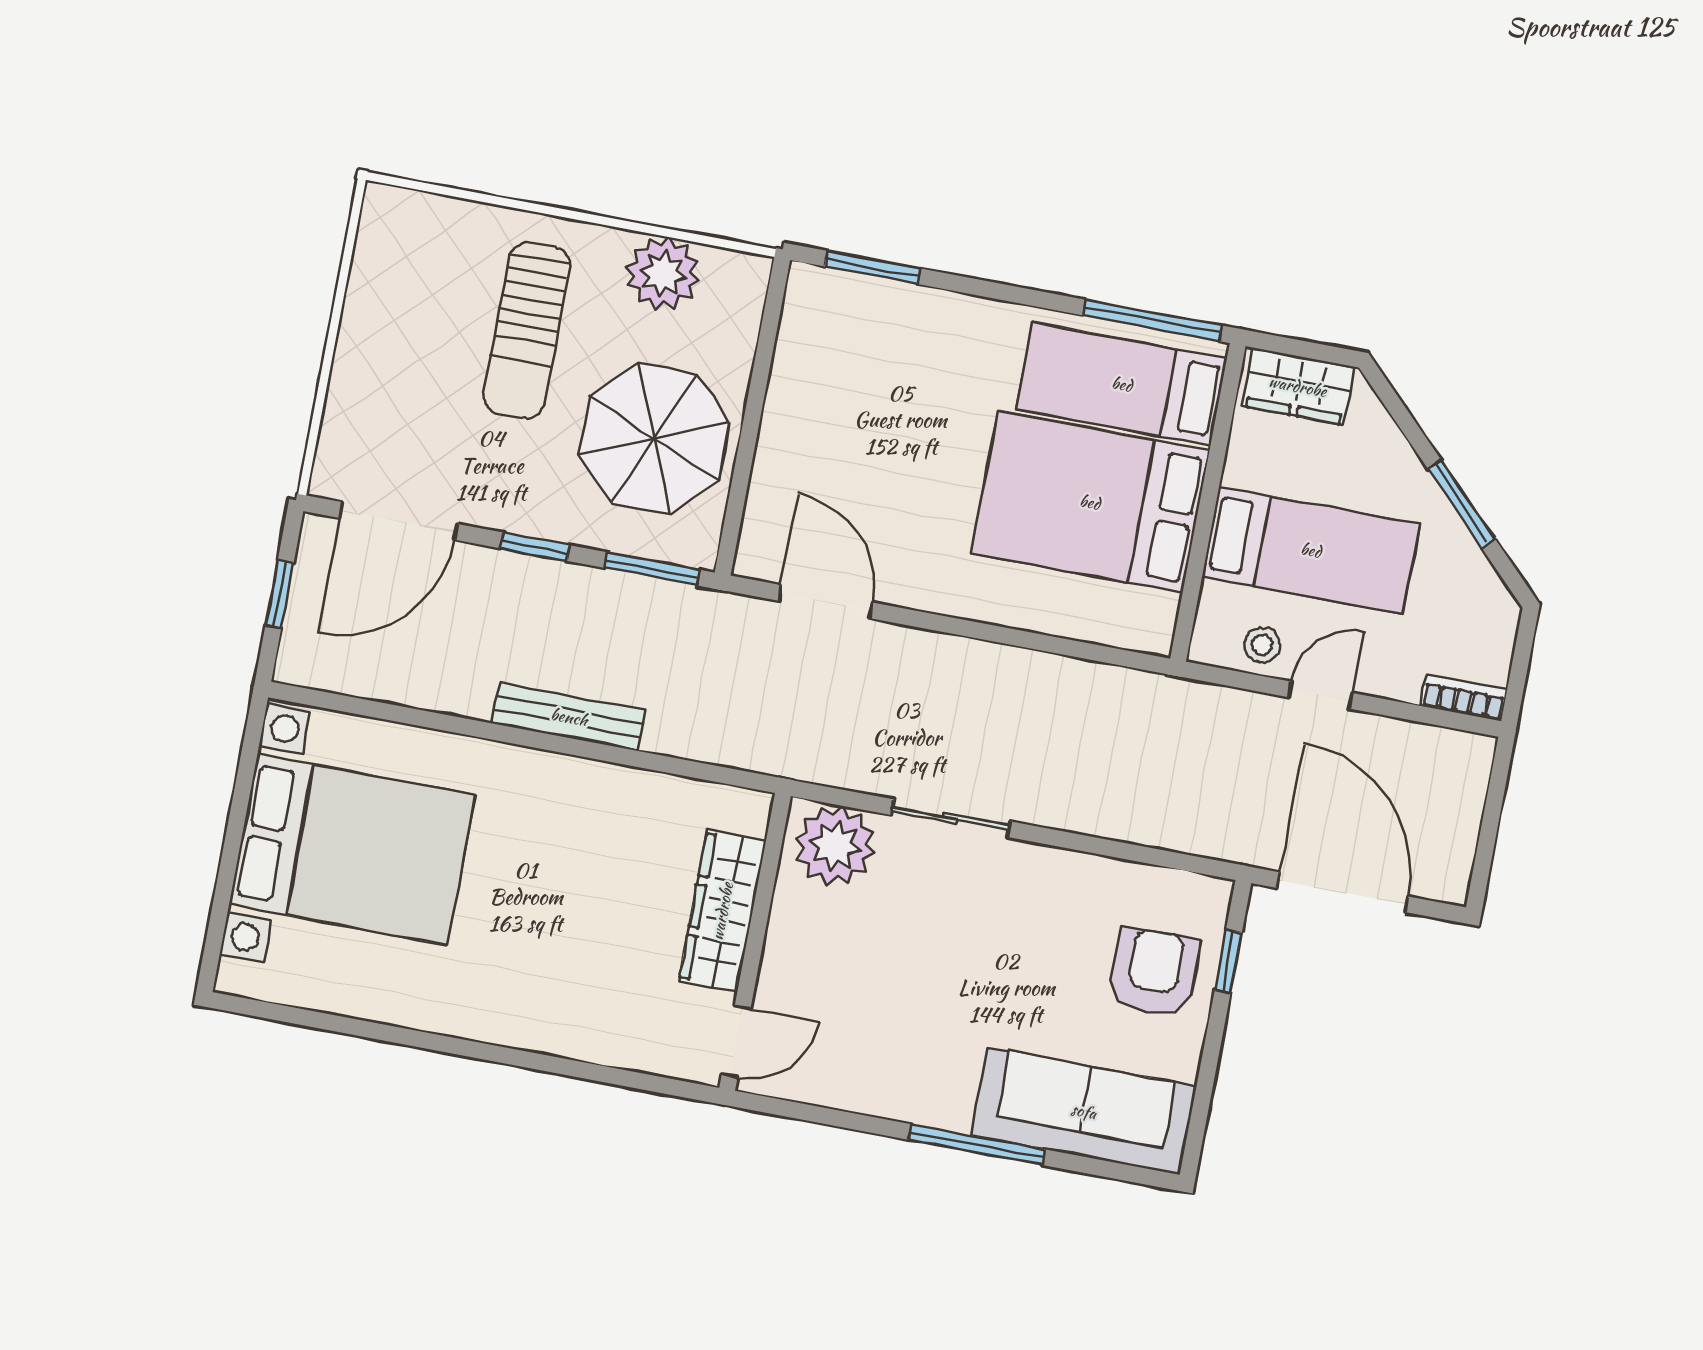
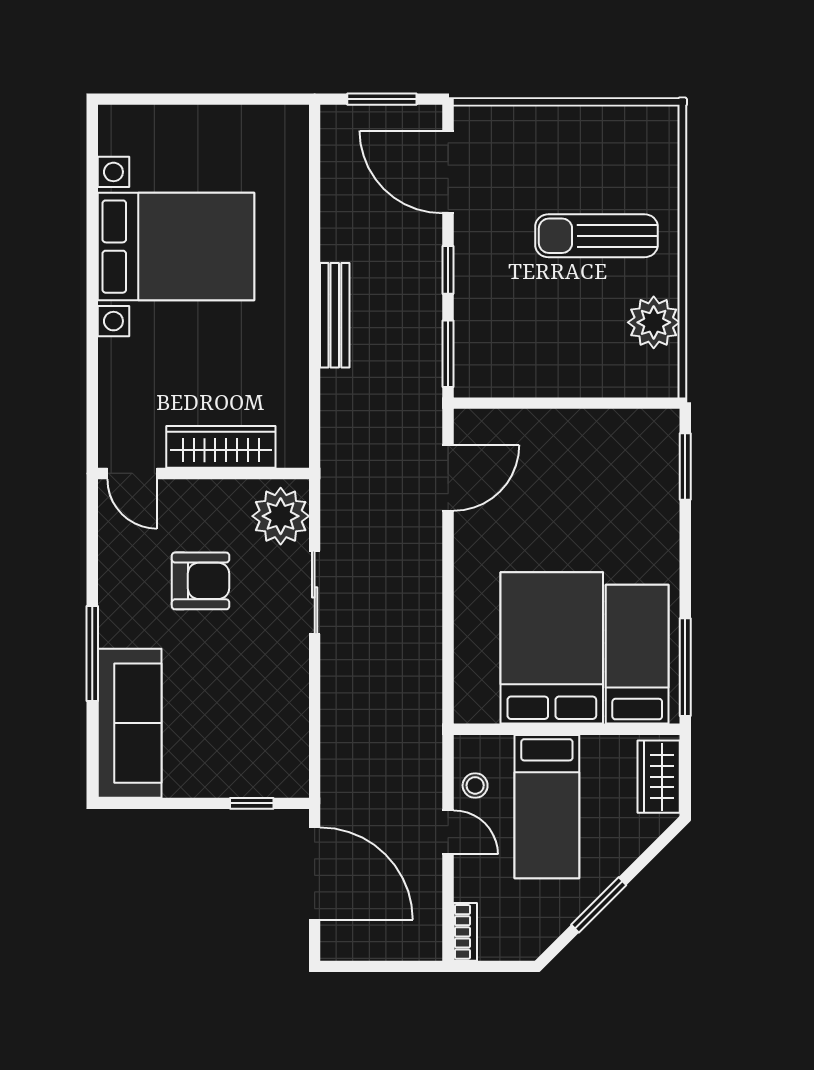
parasol: (654, 438) -> (539, 338), removed
window: (279, 594) -> (382, 99), width x1.50
bed with nightstands: (352, 849) -> (176, 247), moved, turned -90
door: (1343, 892) -> (315, 873), hinge flipped
armchair: (1154, 972) -> (201, 581), moved

